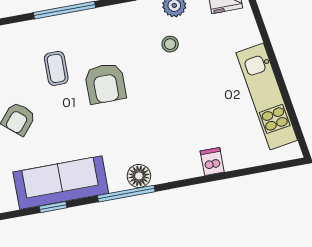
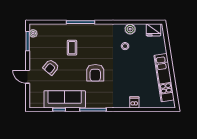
armchair: (105, 84) -> (95, 73), moved
floor lamp: (139, 176) -> (100, 103), removed

